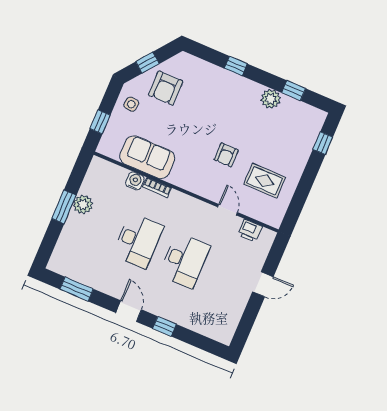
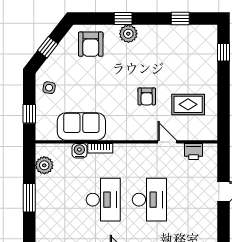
armchair: (166, 88) -> (91, 44), moved
plant: (271, 99) -> (128, 34), moved
plant: (83, 204) -> (44, 165), moved

